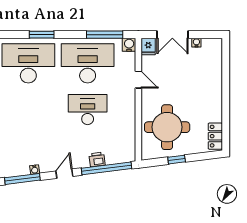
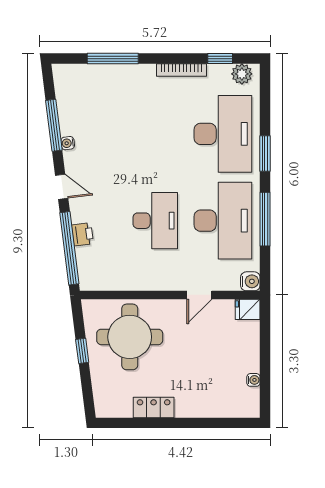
window: (105, 35) -> (265, 219), moved
double door: (172, 35) -> (265, 345), removed
locker: (215, 136) -> (154, 407), moved

